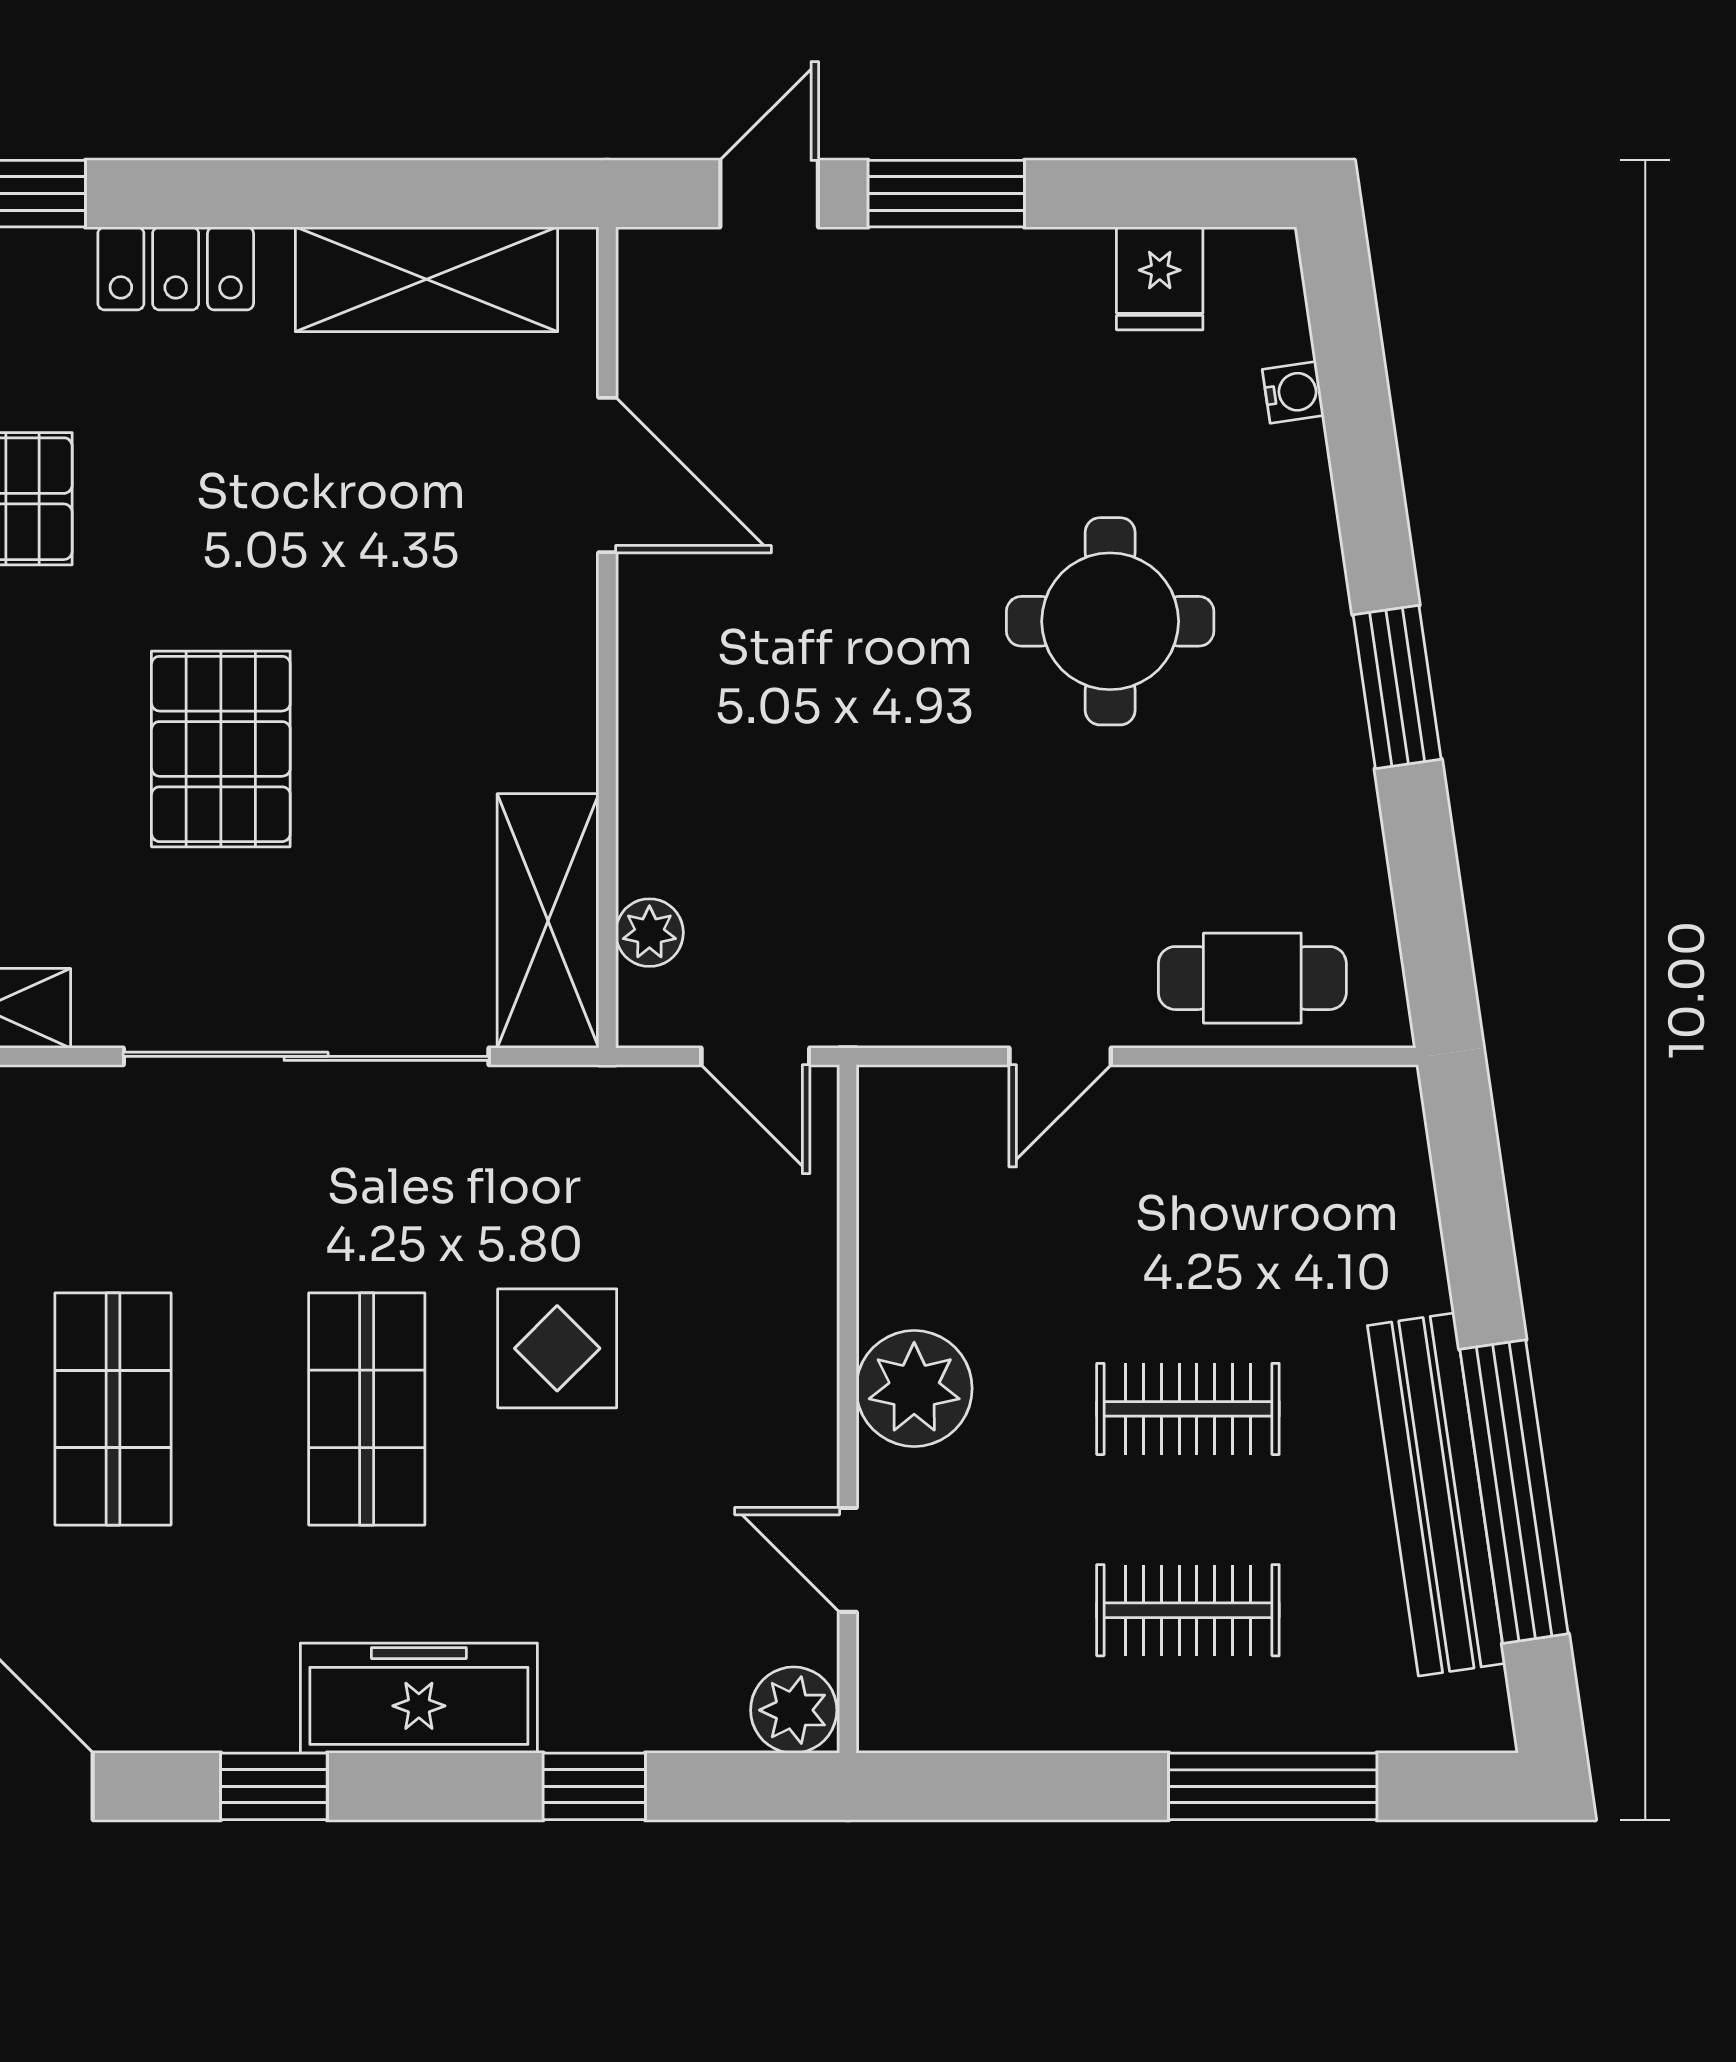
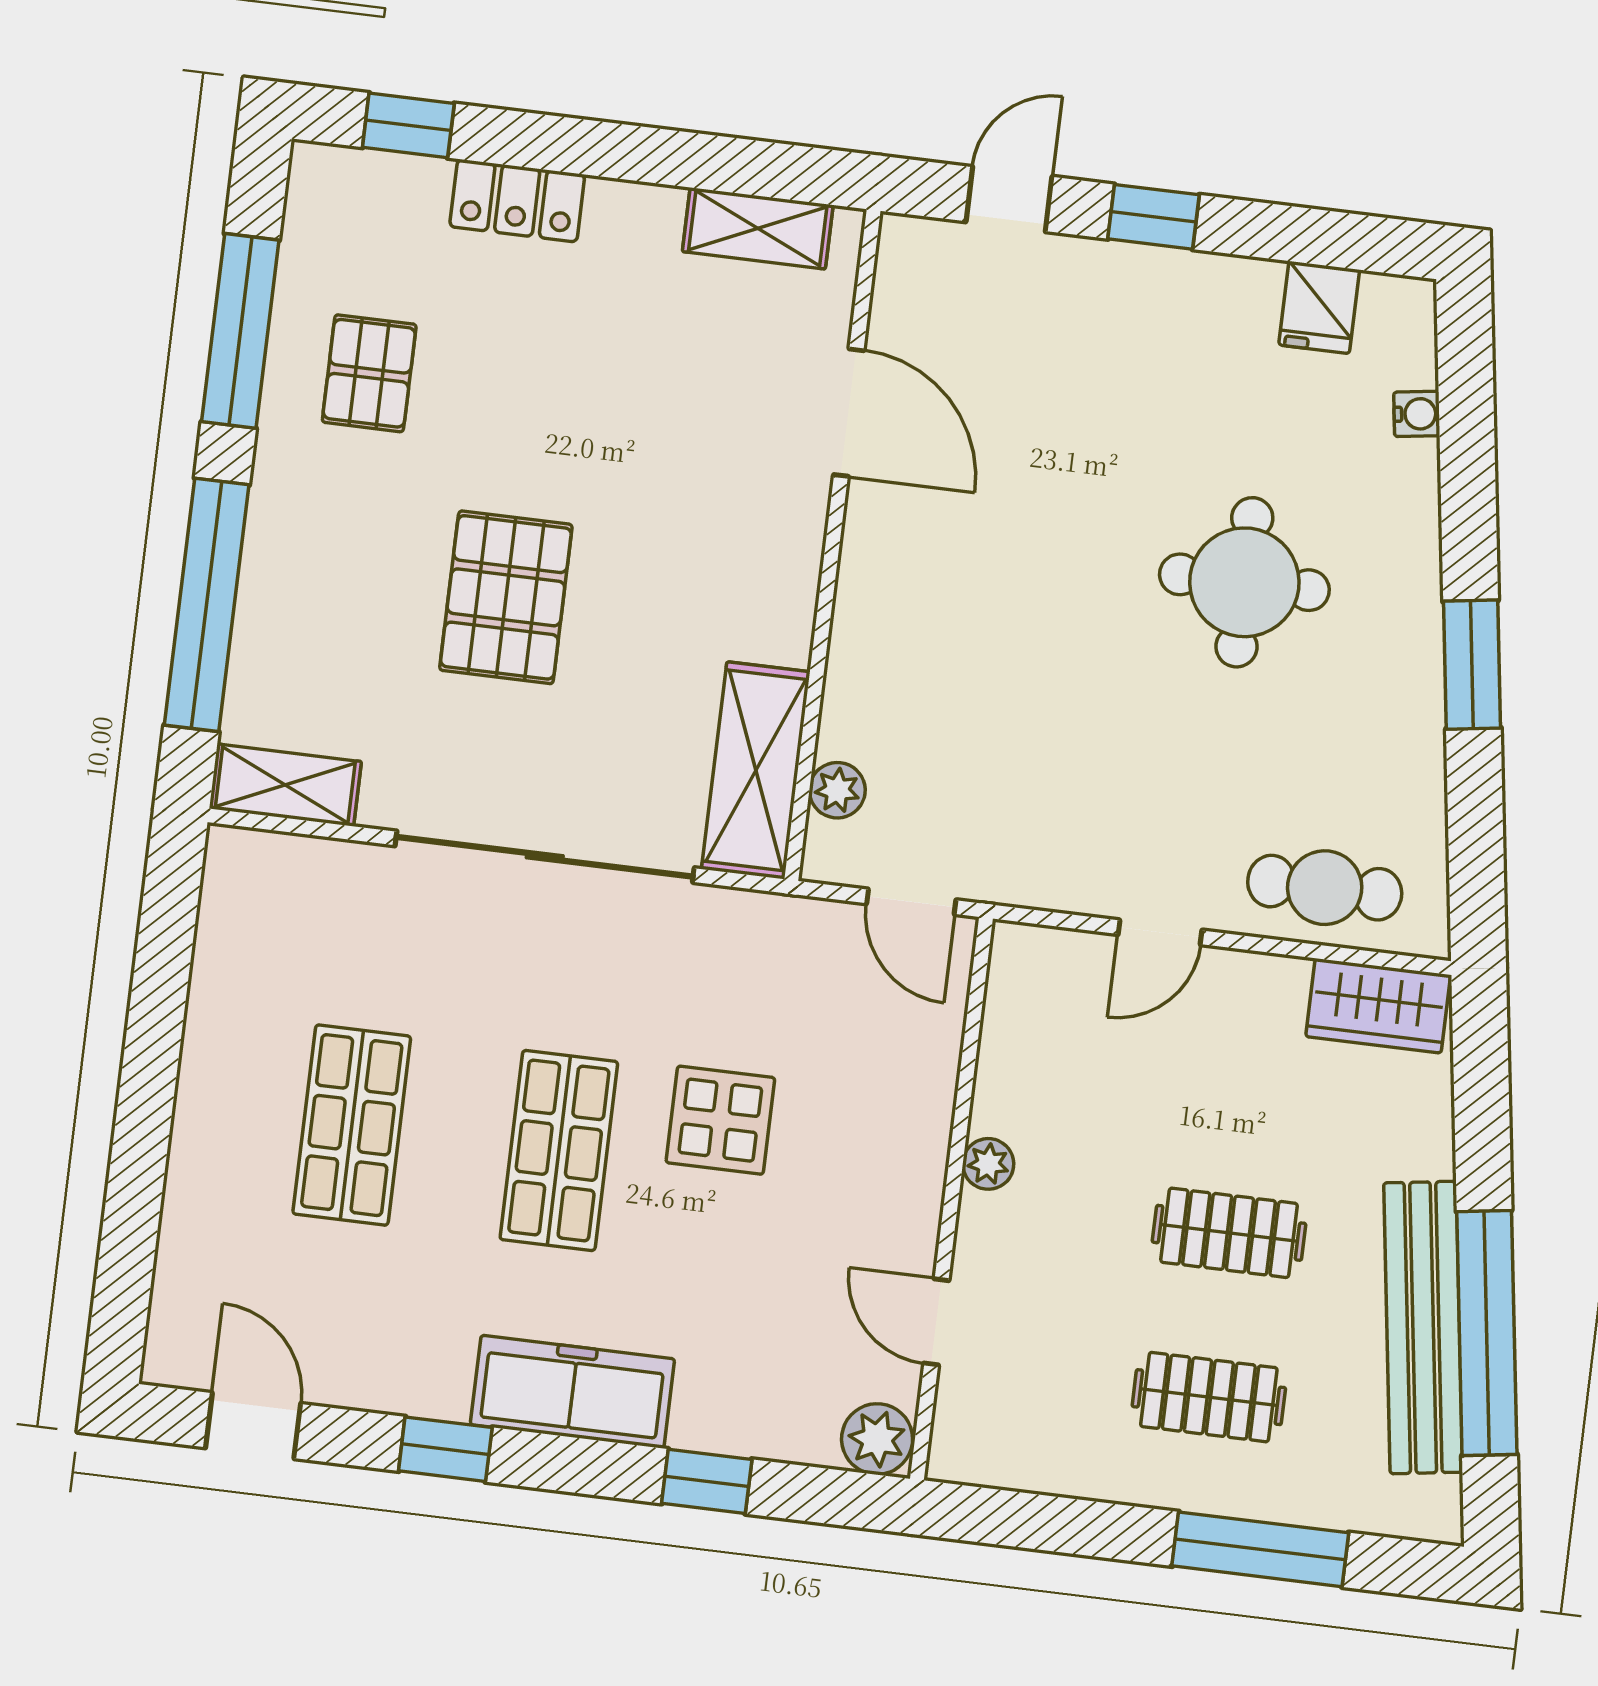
window: (946, 194) -> (1153, 217), width x0.67
shelving: (426, 279) -> (758, 228), width x0.67, depth x0.75
wardrobe: (1334, 1113) -> (1378, 1006), added
plant: (914, 1389) -> (988, 1164), width x0.53, depth x0.53

